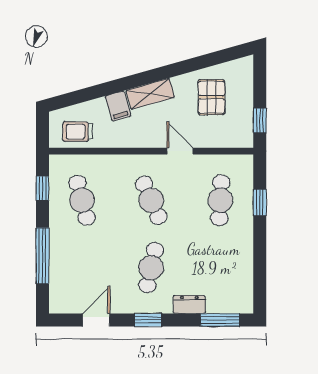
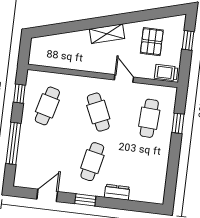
filing cabinet: (118, 106) -> (82, 40), removed
window: (260, 120) -> (188, 40), moved
trolley: (78, 132) -> (166, 73), moved
cafe table: (82, 200) -> (47, 106), turned 30
window: (220, 320) -> (138, 206), removed

